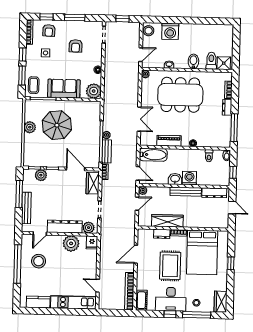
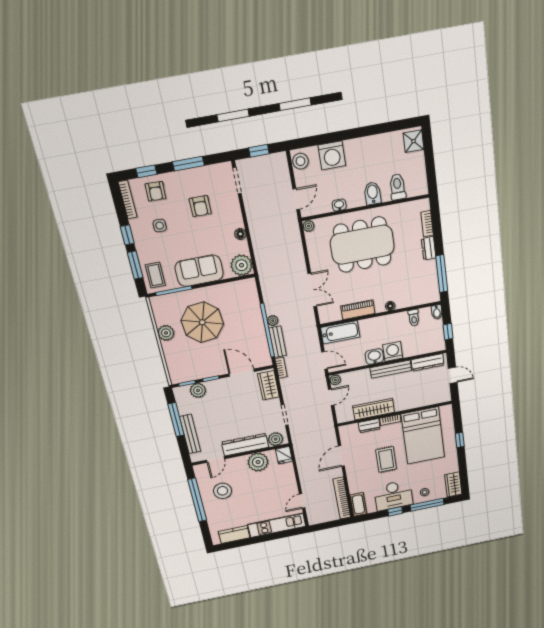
shower: (224, 63) -> (414, 141), moved
rug: (170, 266) -> (386, 459), width x0.73, depth x0.70
door: (98, 286) -> (302, 501), hinge flipped

